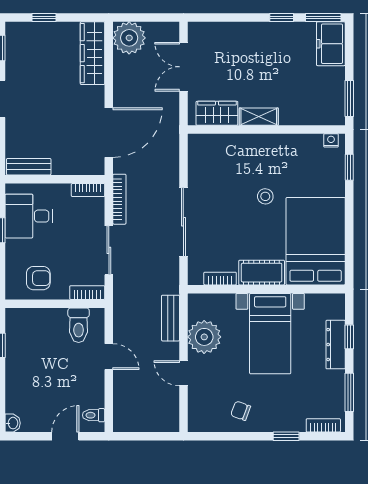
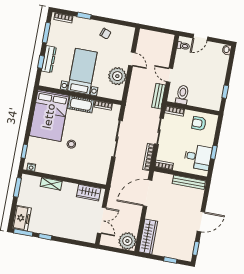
shelving: (259, 117) -> (51, 184), moved
bench: (29, 167) -> (189, 182), width x1.36
bench: (171, 318) -> (159, 96), moved

